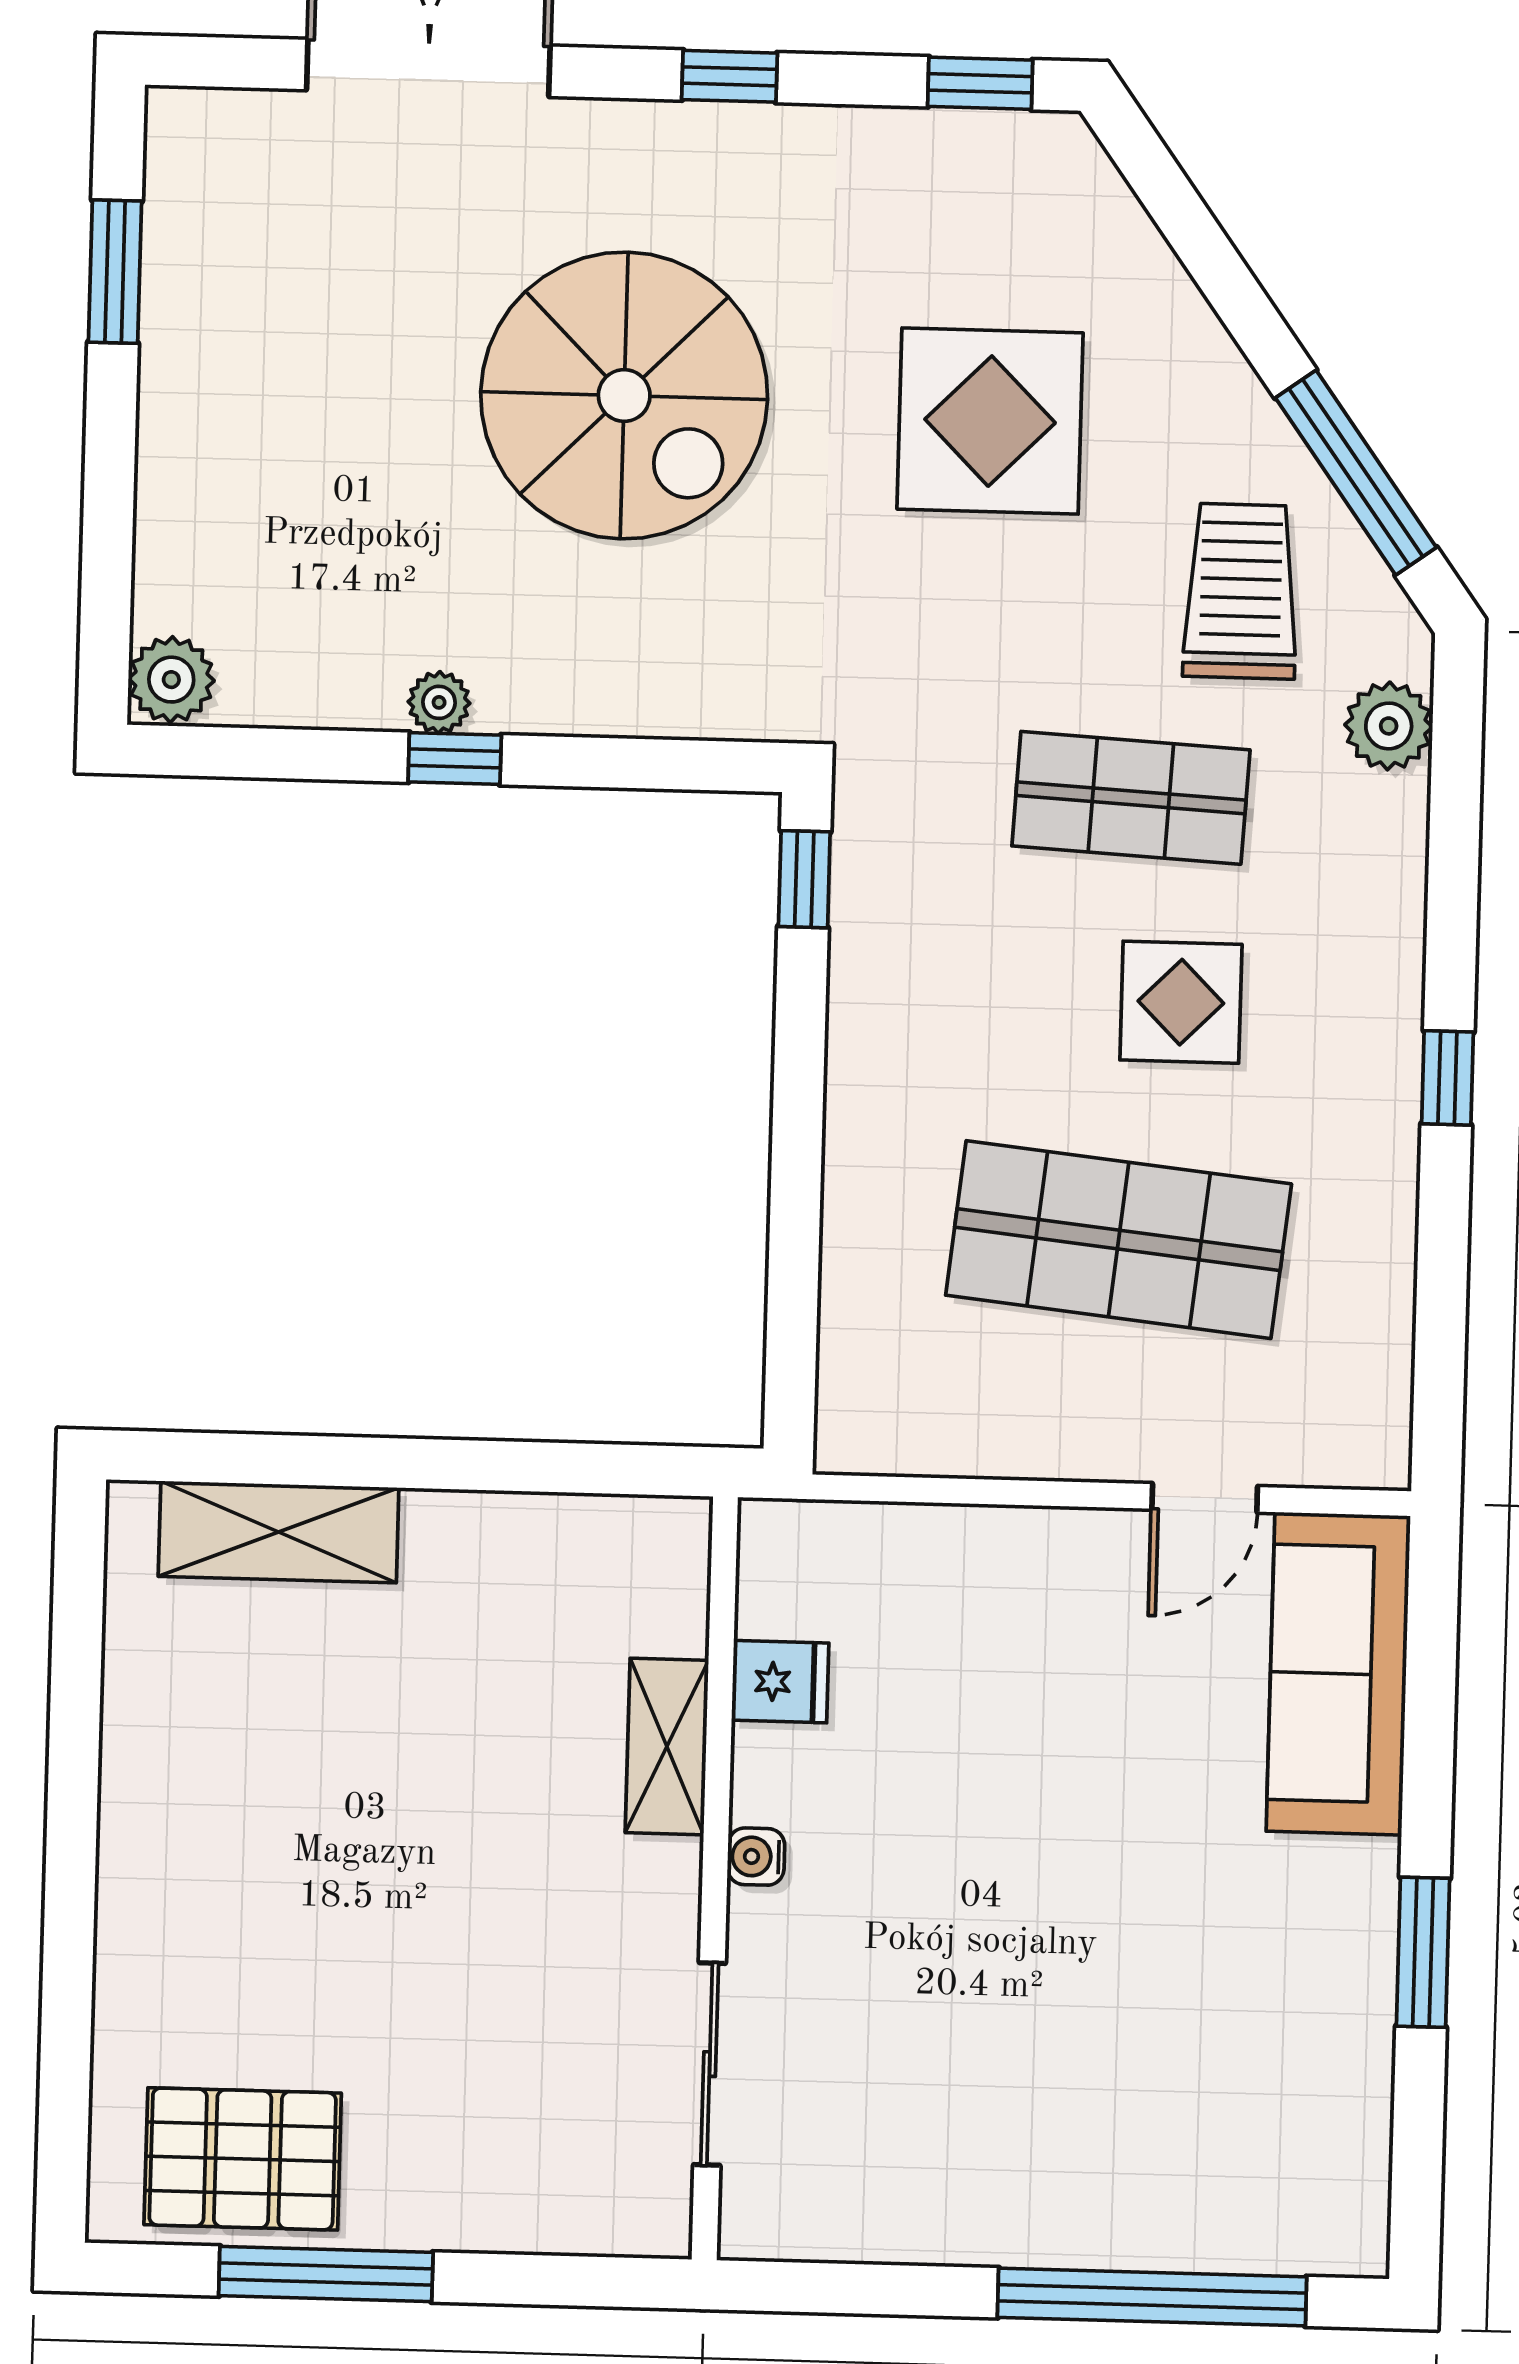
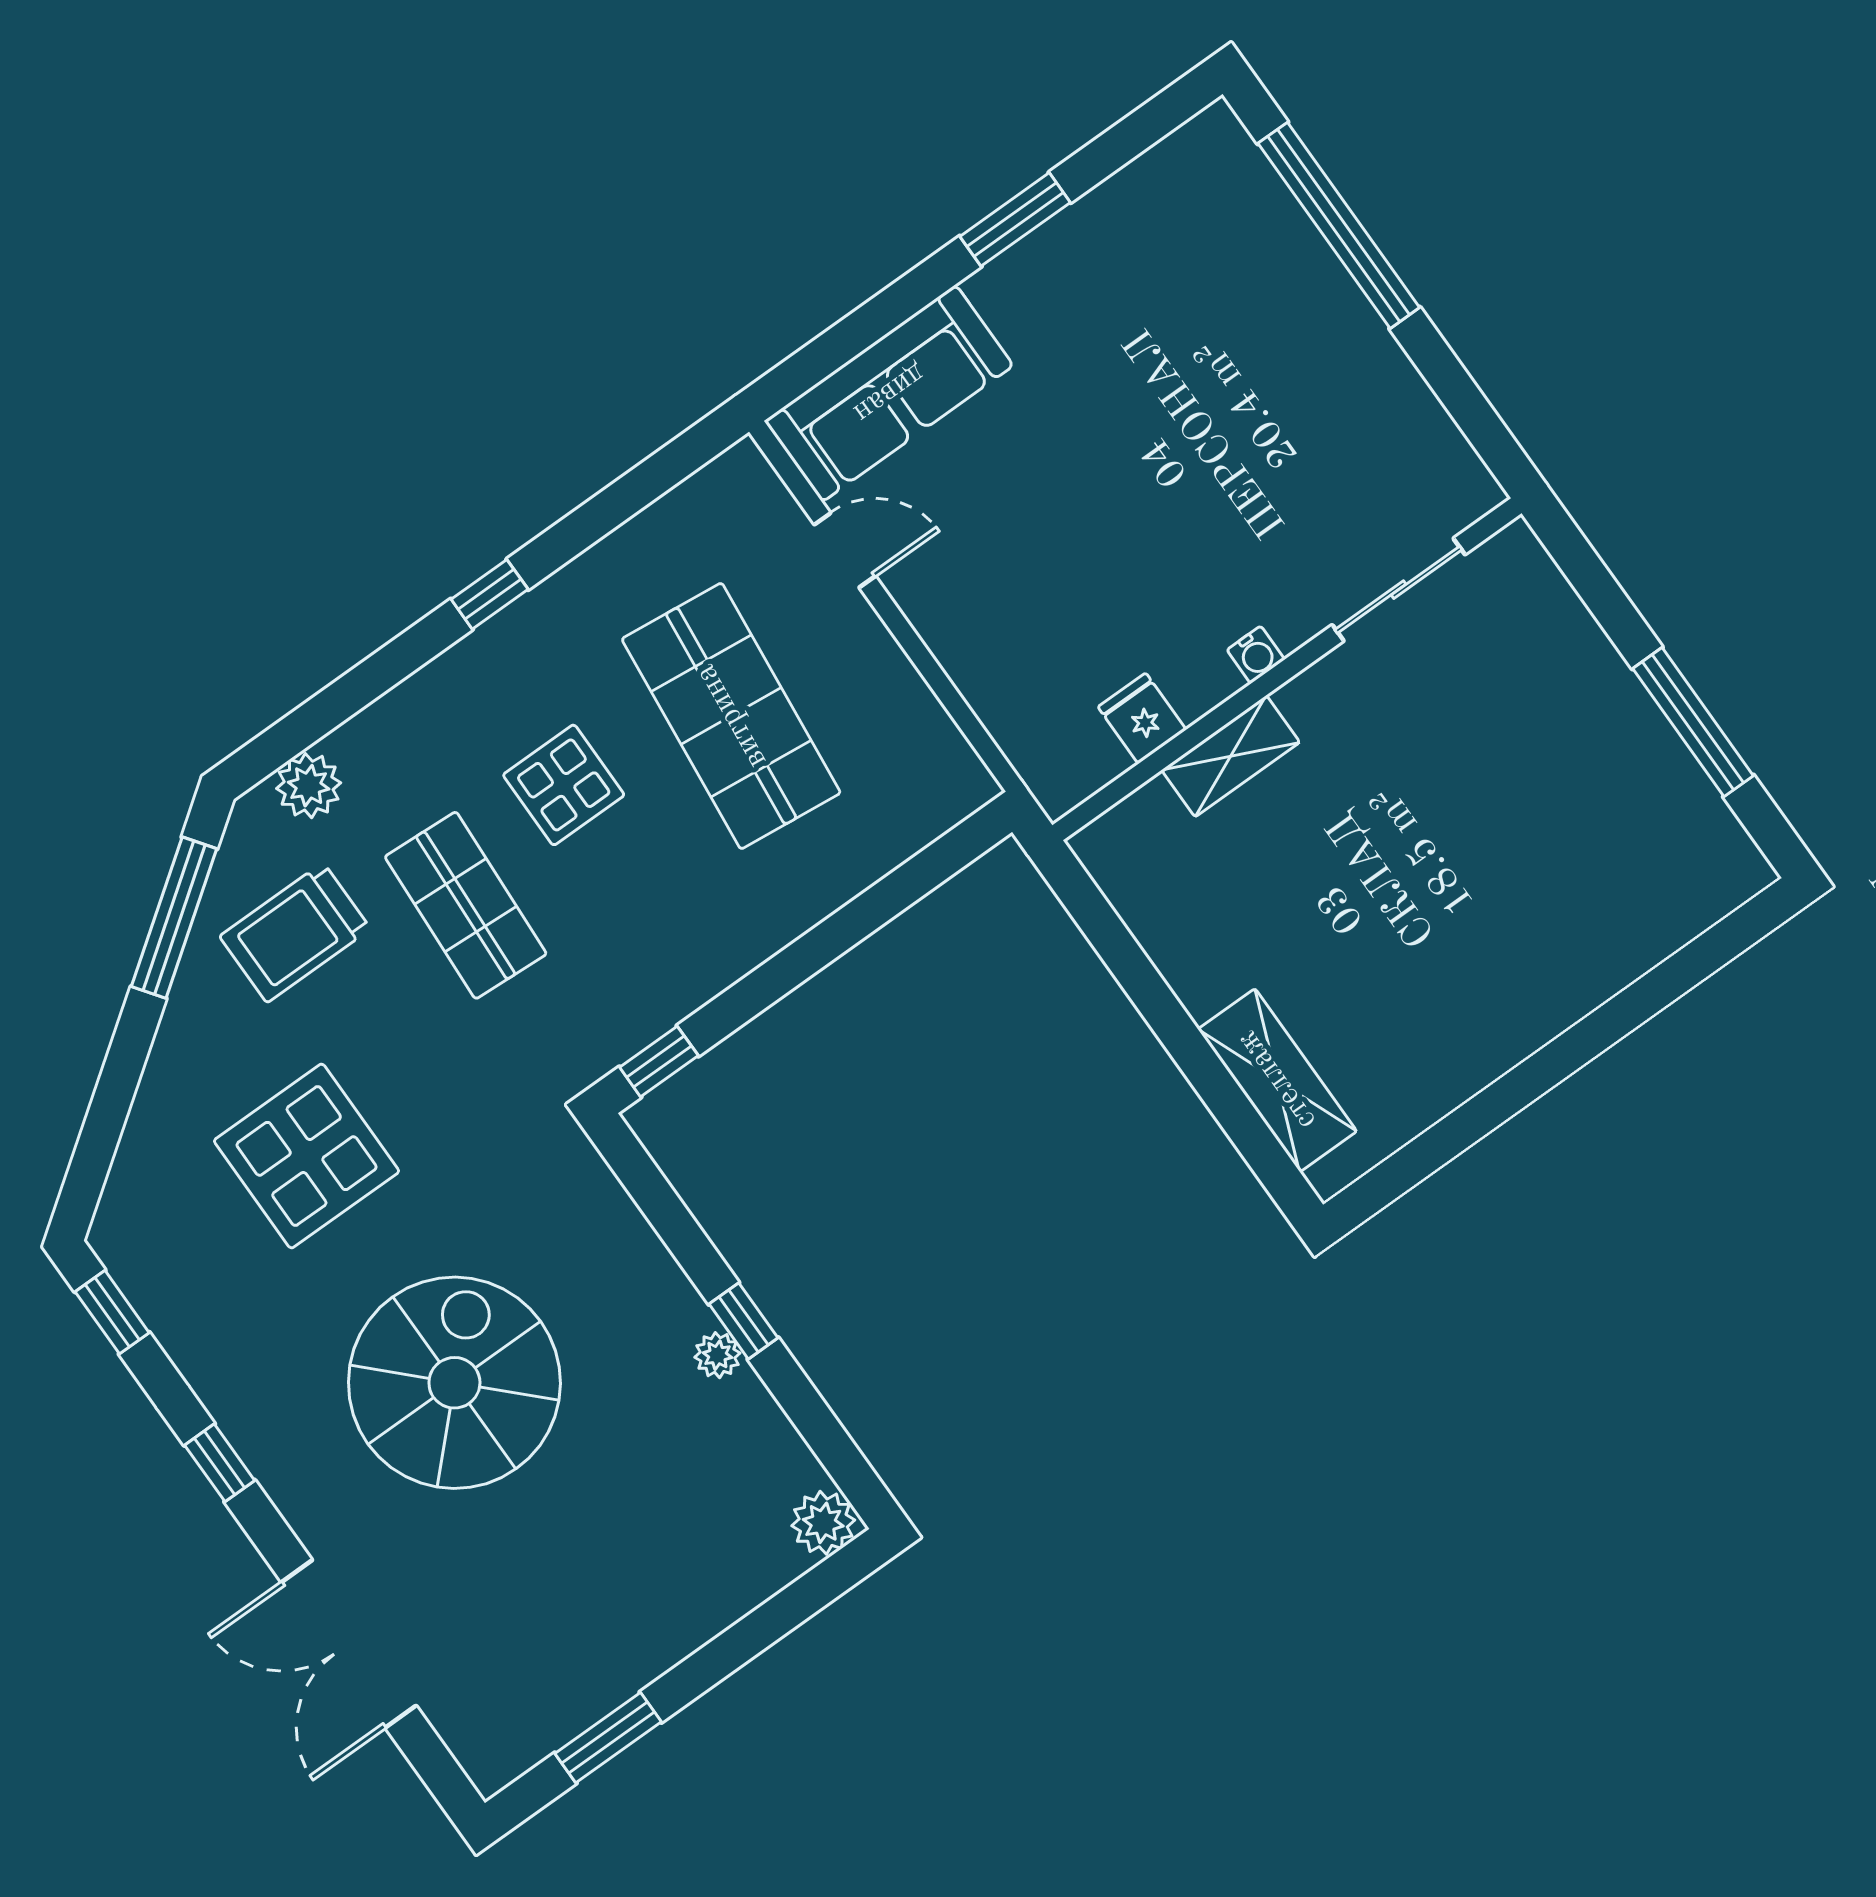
pallet: (243, 2159) -> (1662, 822), removed

